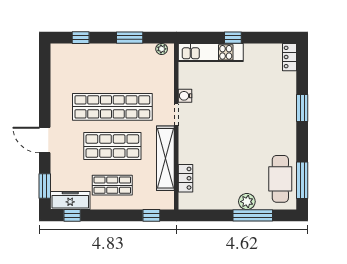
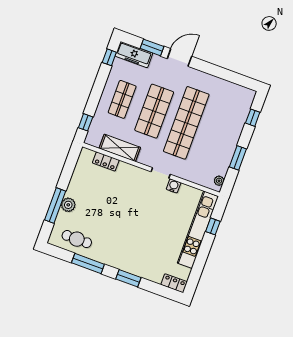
window: (233, 38) -> (213, 226), moved
kitchen unit: (211, 52) -> (198, 230), width x1.36
shelving: (165, 158) -> (120, 148), width x0.68
cafe table: (280, 179) -> (77, 239), width x0.73, depth x0.74
window: (302, 180) -> (88, 263), moved
window: (45, 186) -> (152, 47), moved
freezer: (70, 201) -> (134, 55), moved, turned 90

